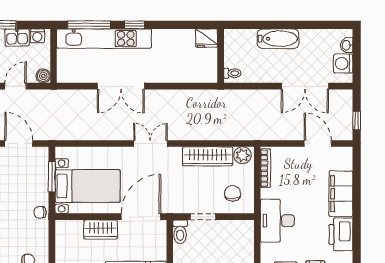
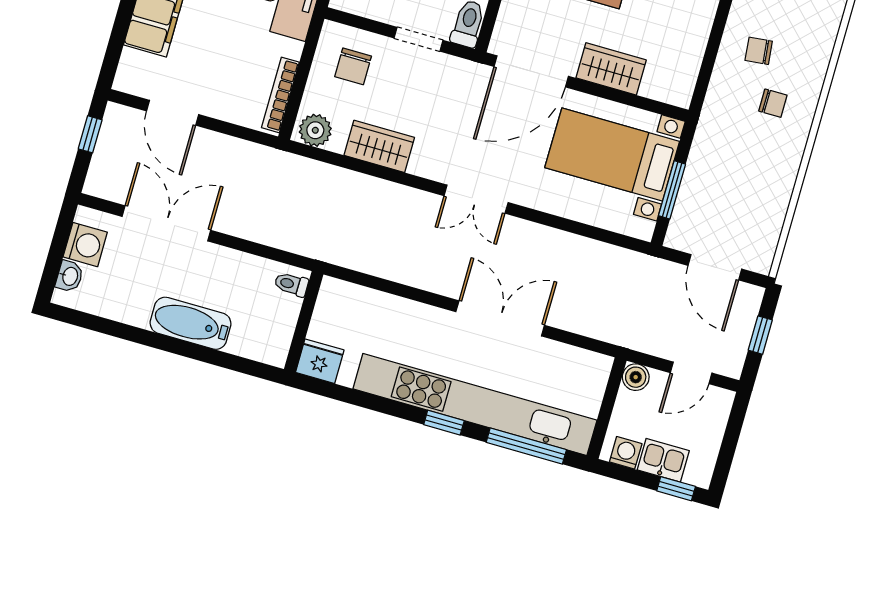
kitchen unit: (104, 39) -> (475, 404), width x1.36
wardrobe: (208, 156) -> (379, 146), width x0.67
chair: (40, 212) -> (773, 103), moved

